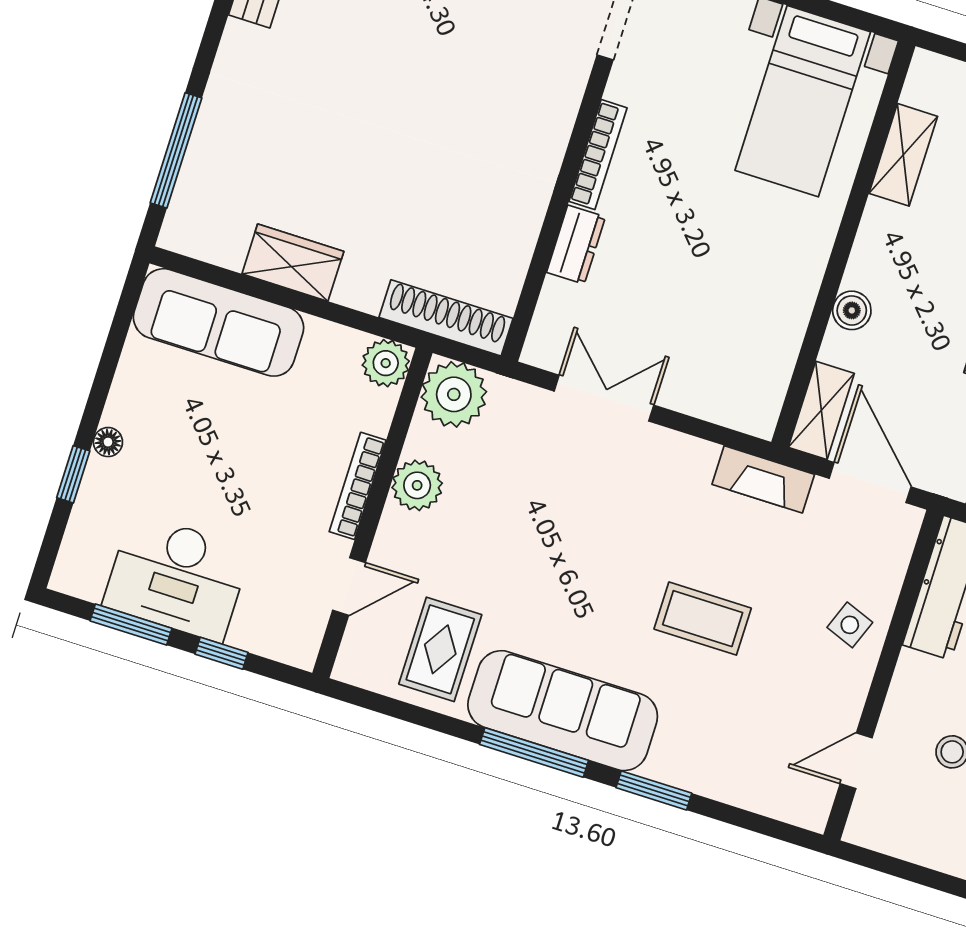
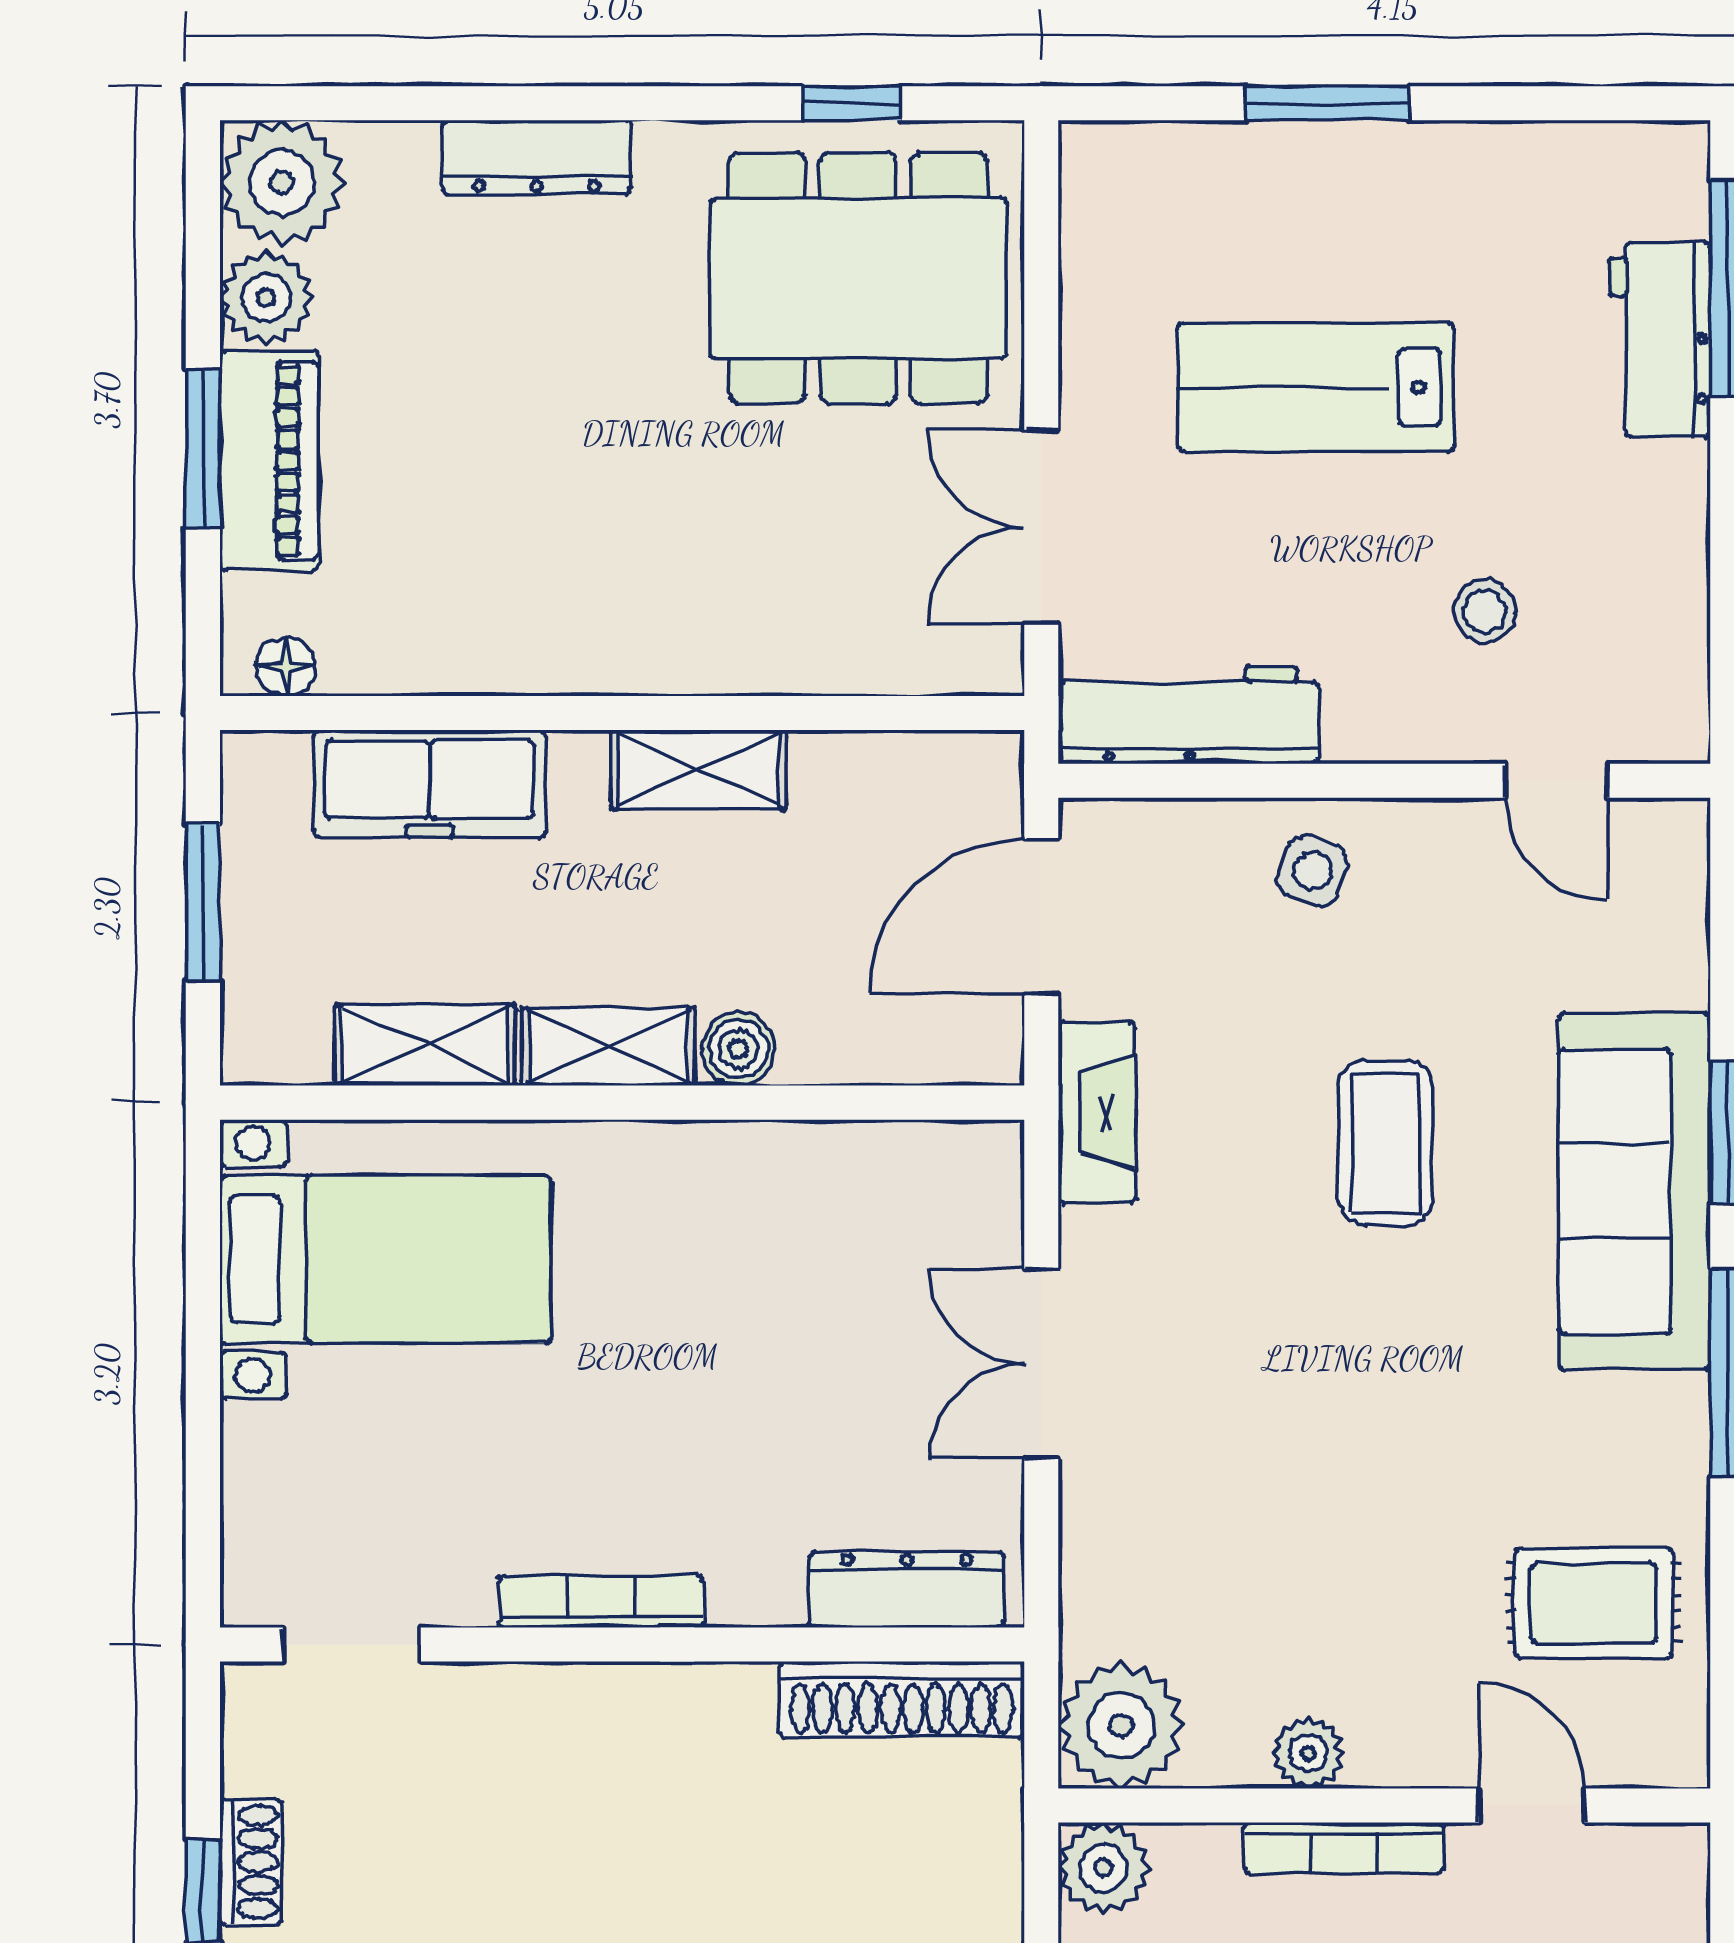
dresser: (576, 245) -> (907, 1590), moved, width x1.44
shoe rack: (446, 318) -> (902, 1699), moved, turned -90
double door: (604, 398) -> (1041, 1364), moved
shelving: (821, 410) -> (608, 1047), moved
plant: (417, 485) -> (1308, 1753), width x0.73, depth x0.73
sofa: (563, 711) -> (1635, 1191), moved

